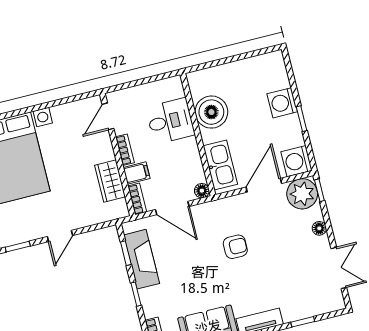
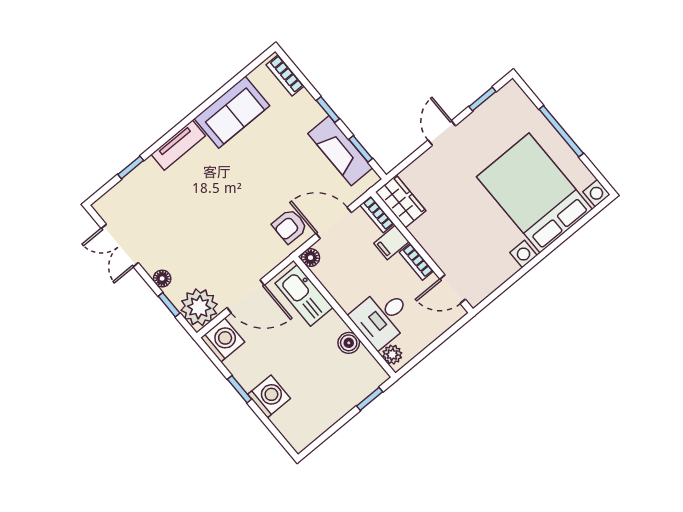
window: (209, 65) -> (370, 399), added
plant: (176, 90) -> (392, 355), added
boiler: (211, 112) -> (349, 343), width x0.54, depth x0.54
door: (108, 116) -> (453, 289), swing flipped
wardrobe: (110, 181) -> (401, 201), moved
door: (264, 185) -> (246, 296), hinge flipped
window: (319, 190) -> (169, 305), moved
armchair: (235, 247) -> (290, 226), moved

